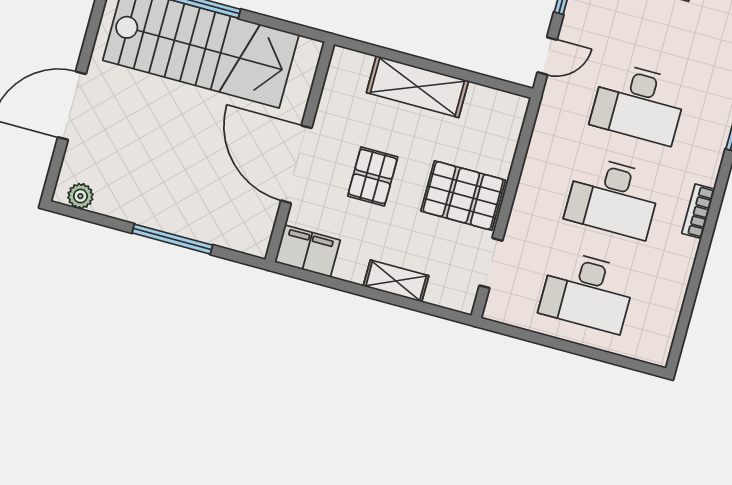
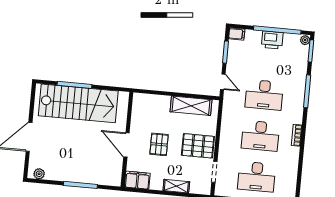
door: (547, 56) -> (223, 82), hinge flipped
shelving: (418, 87) -> (191, 106), moved
door: (296, 164) -> (126, 145), width x0.73

